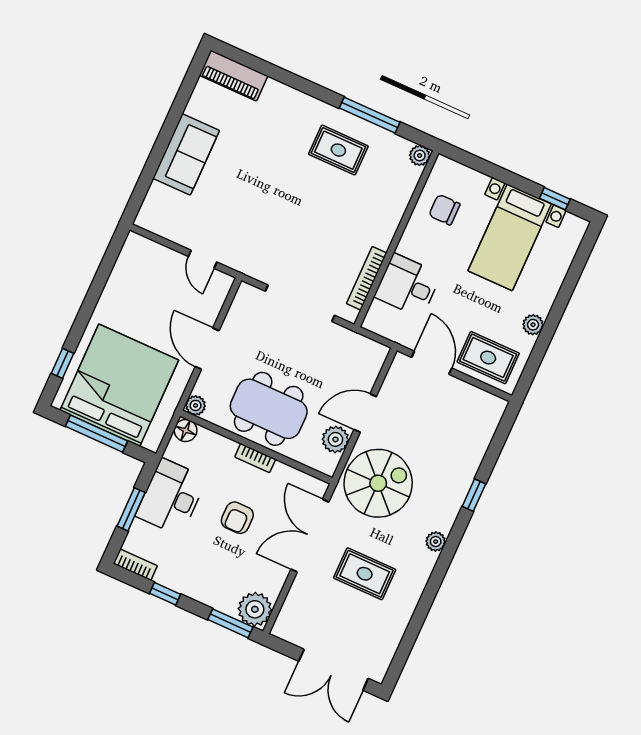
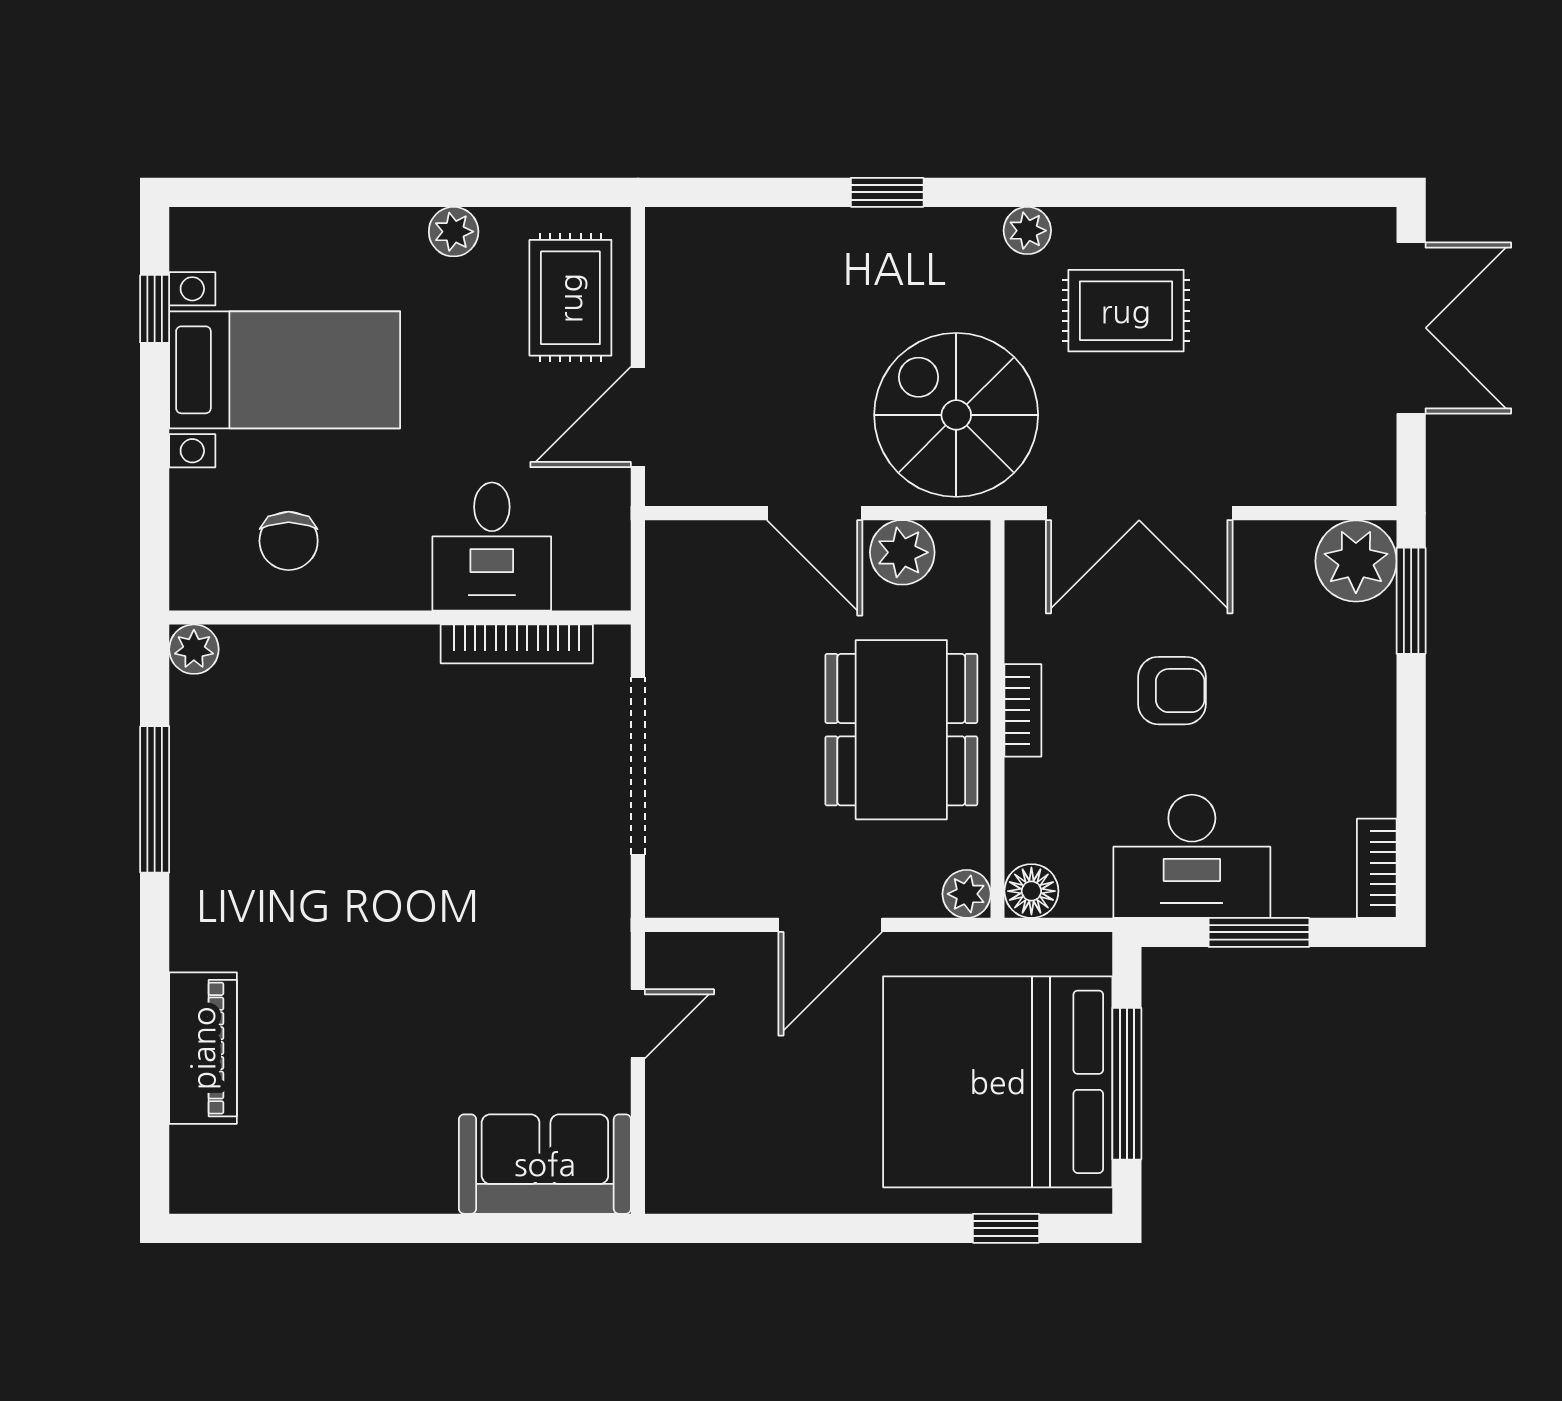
piano: (234, 76) -> (203, 1048), moved
rug: (338, 150) -> (263, 833), removed
sofa: (186, 154) -> (545, 1164), moved
rug: (365, 574) -> (1126, 311), moved, turned 90
window: (165, 594) -> (1411, 774), removed

